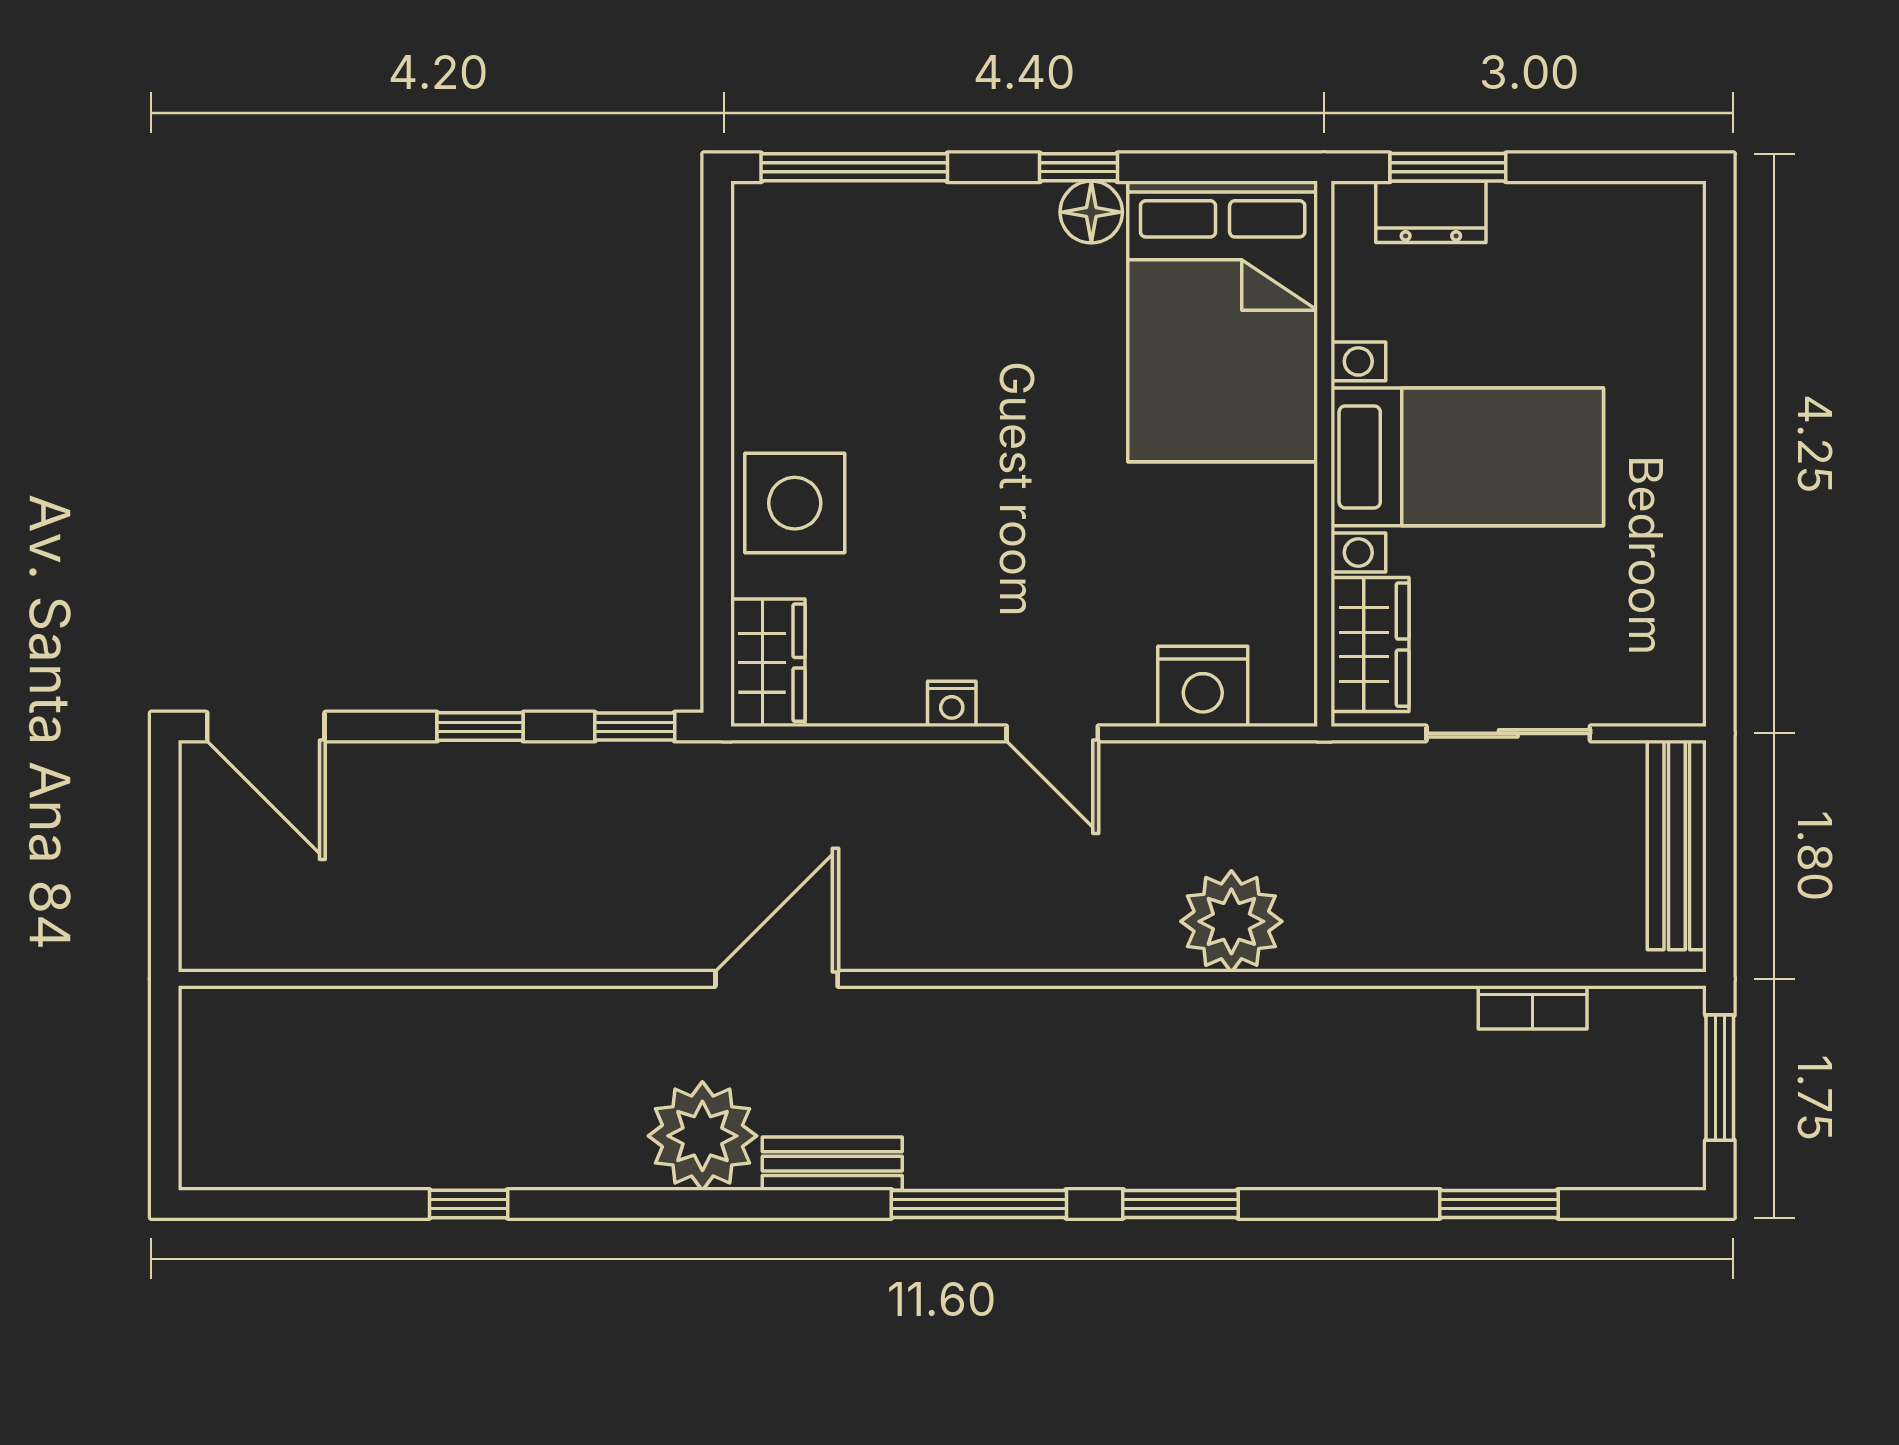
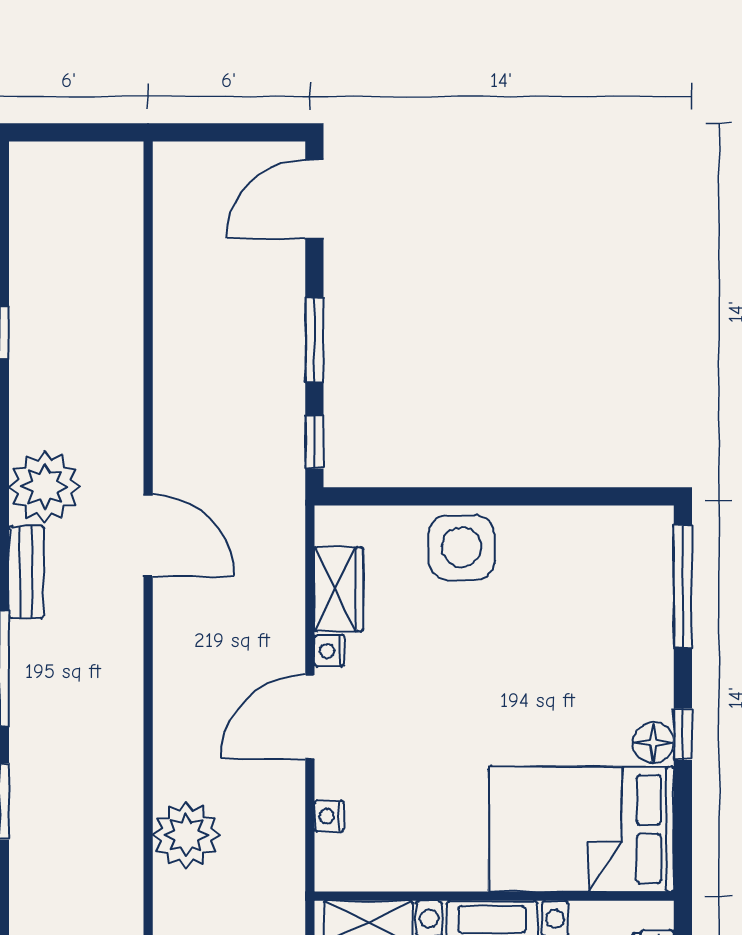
wardrobe: (768, 663) -> (339, 589), moved, turned -90
nightstand: (1203, 686) -> (329, 816), width x0.53, depth x0.56
window: (480, 727) -> (314, 340), width x1.50
door: (1052, 733) -> (310, 717), width x1.38

